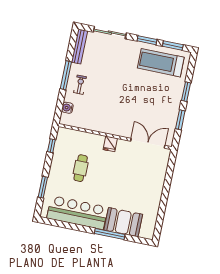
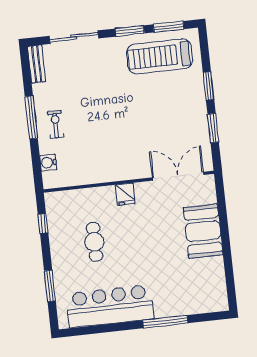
bench: (79, 47) -> (37, 64), width x0.73
booth: (123, 222) -> (203, 231), moved, turned 90

